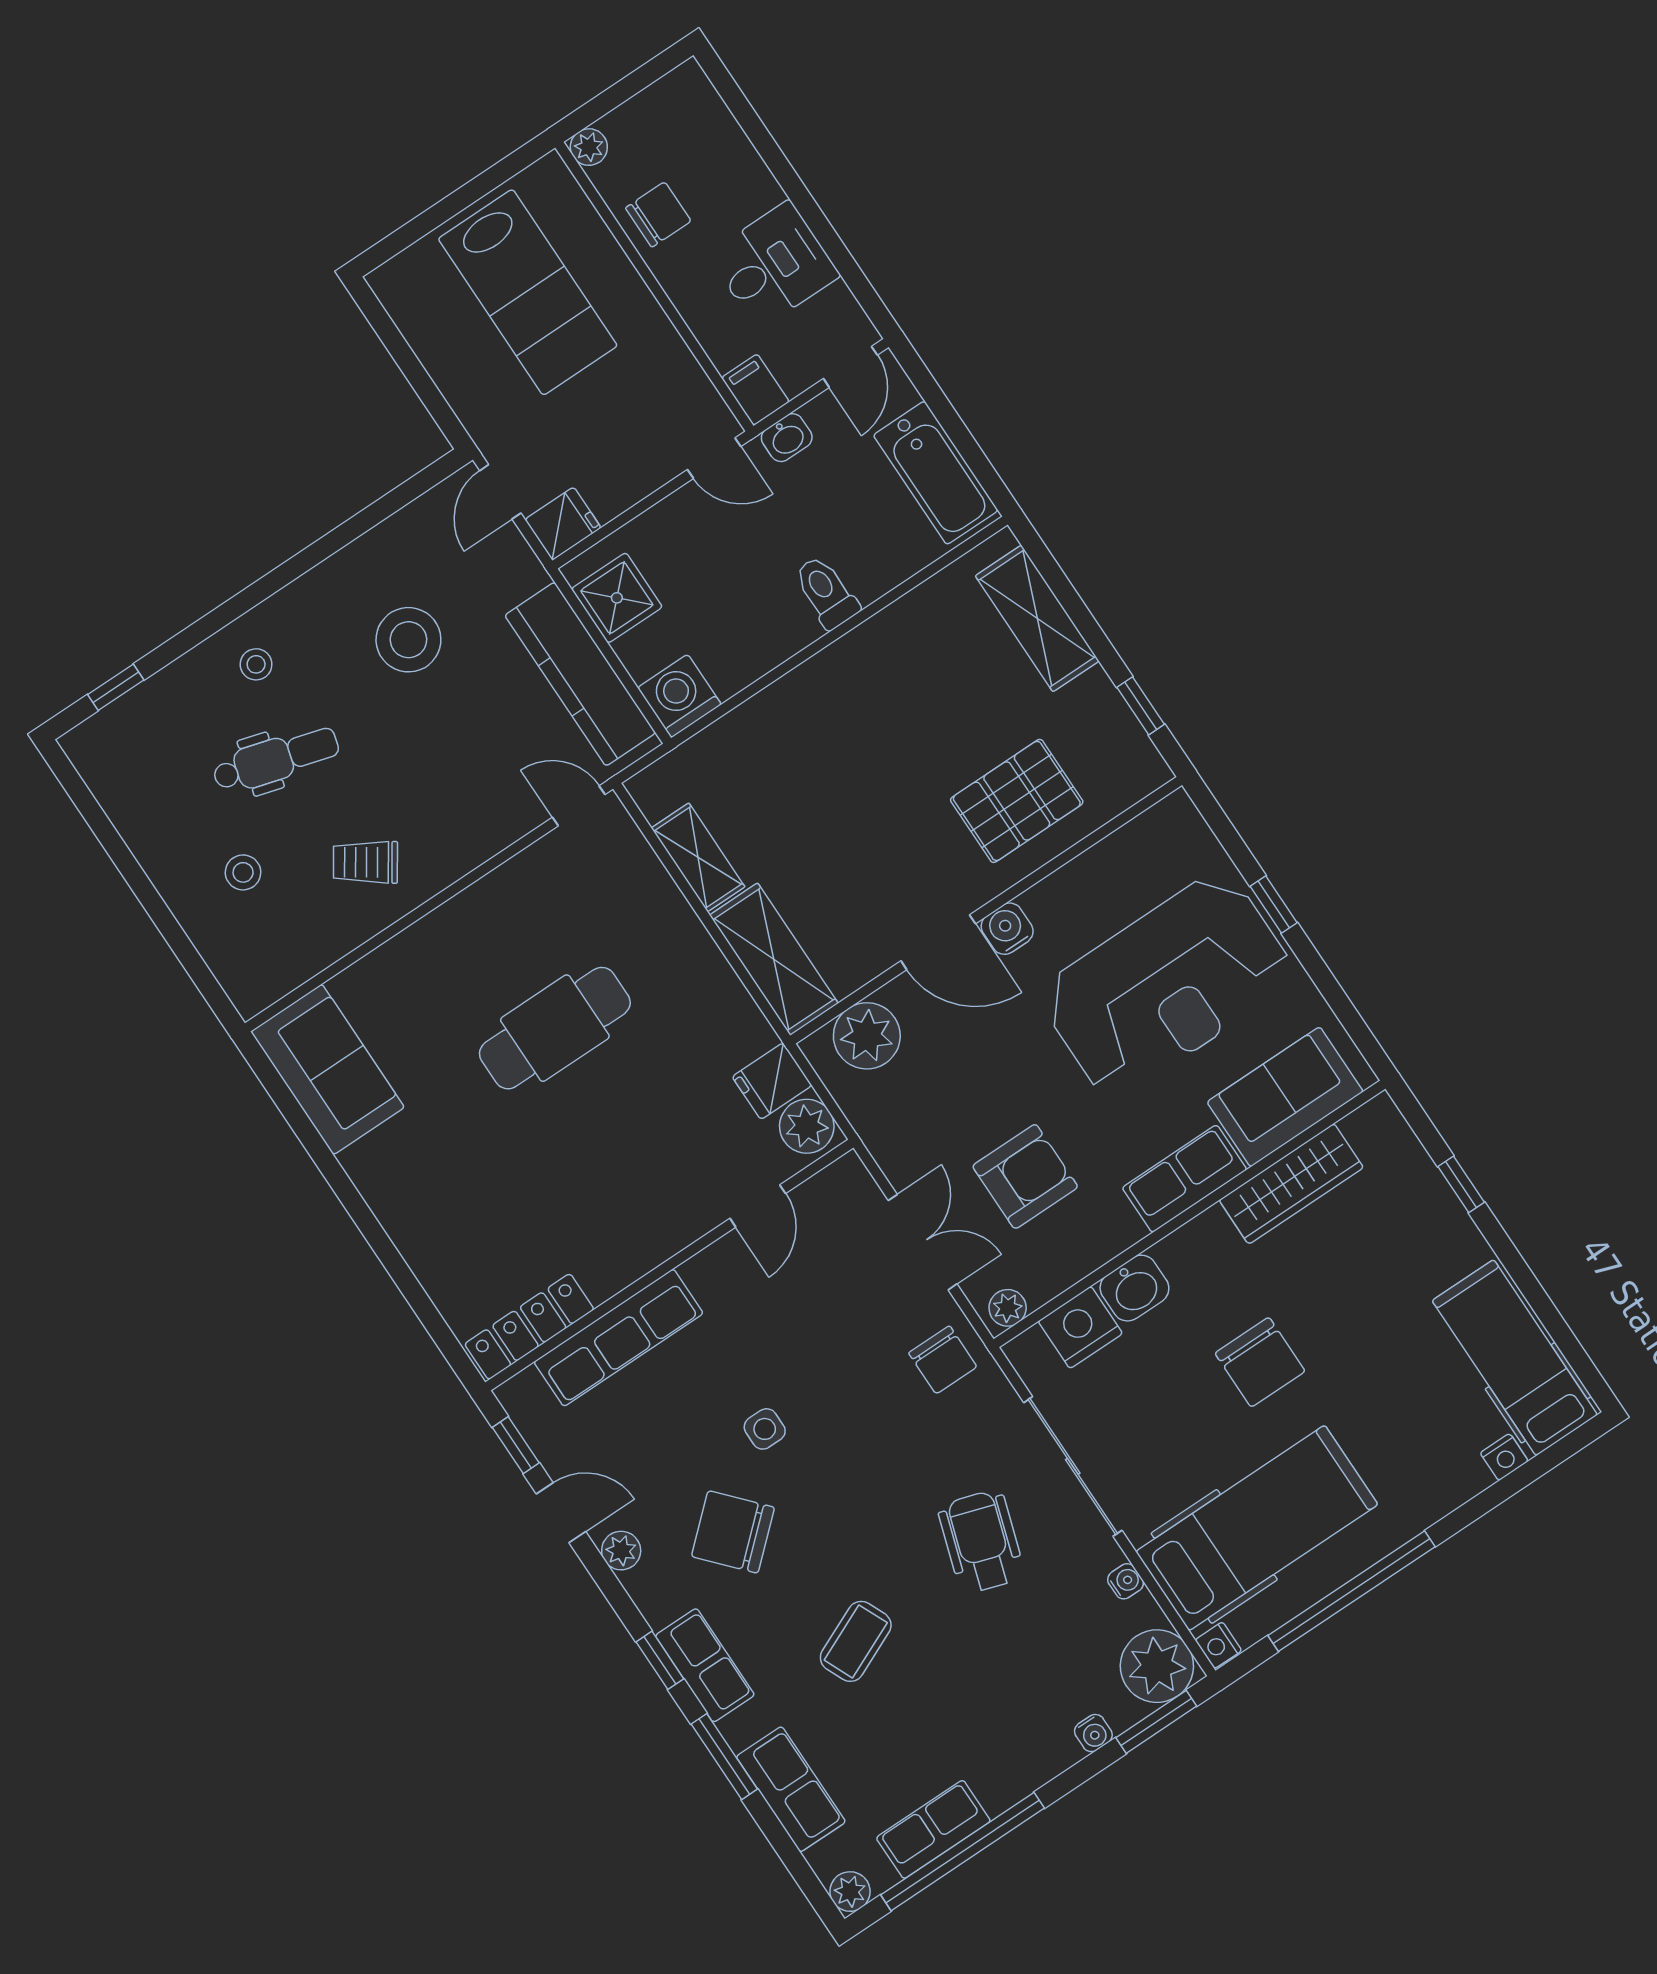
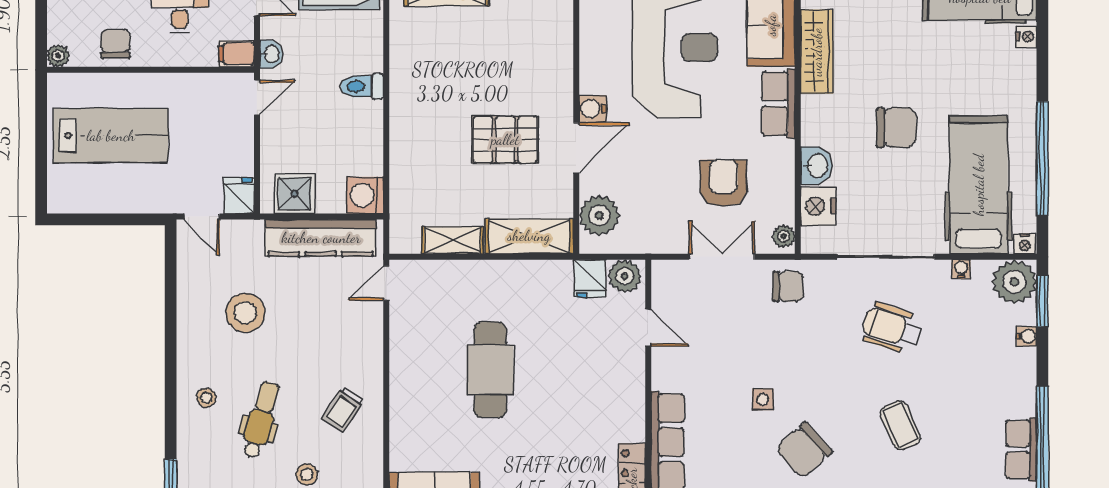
pallet: (1017, 801) -> (505, 140), moved, turned 90

